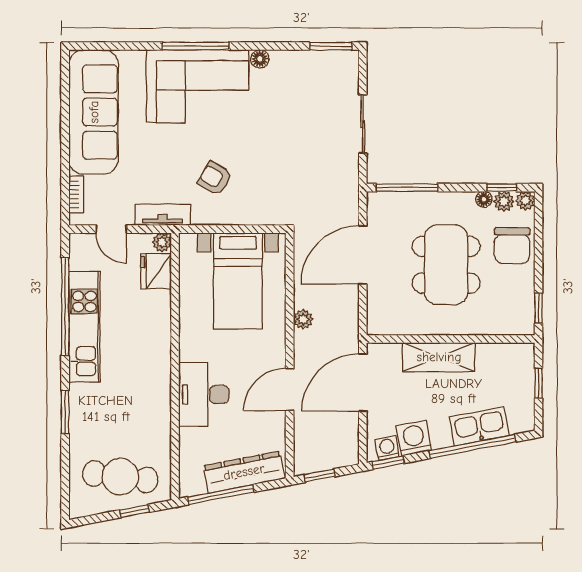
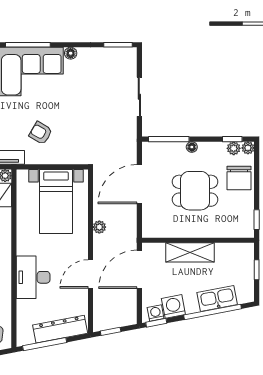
floor lamp: (484, 199) -> (192, 147), moved
dining table: (446, 265) -> (195, 191), width x0.73

